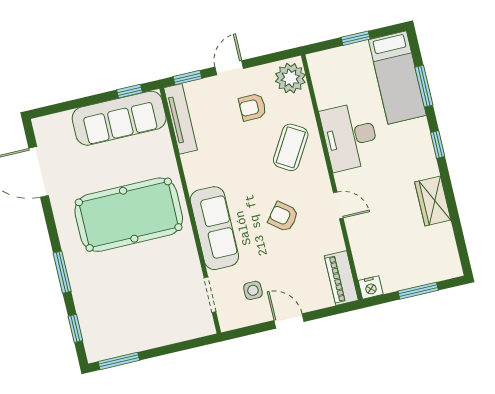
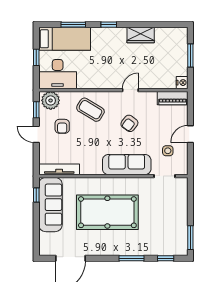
window: (188, 78) -> (36, 110), moved
desk: (350, 137) -> (58, 74), moved
pool table: (129, 215) -> (107, 212), turned 90

